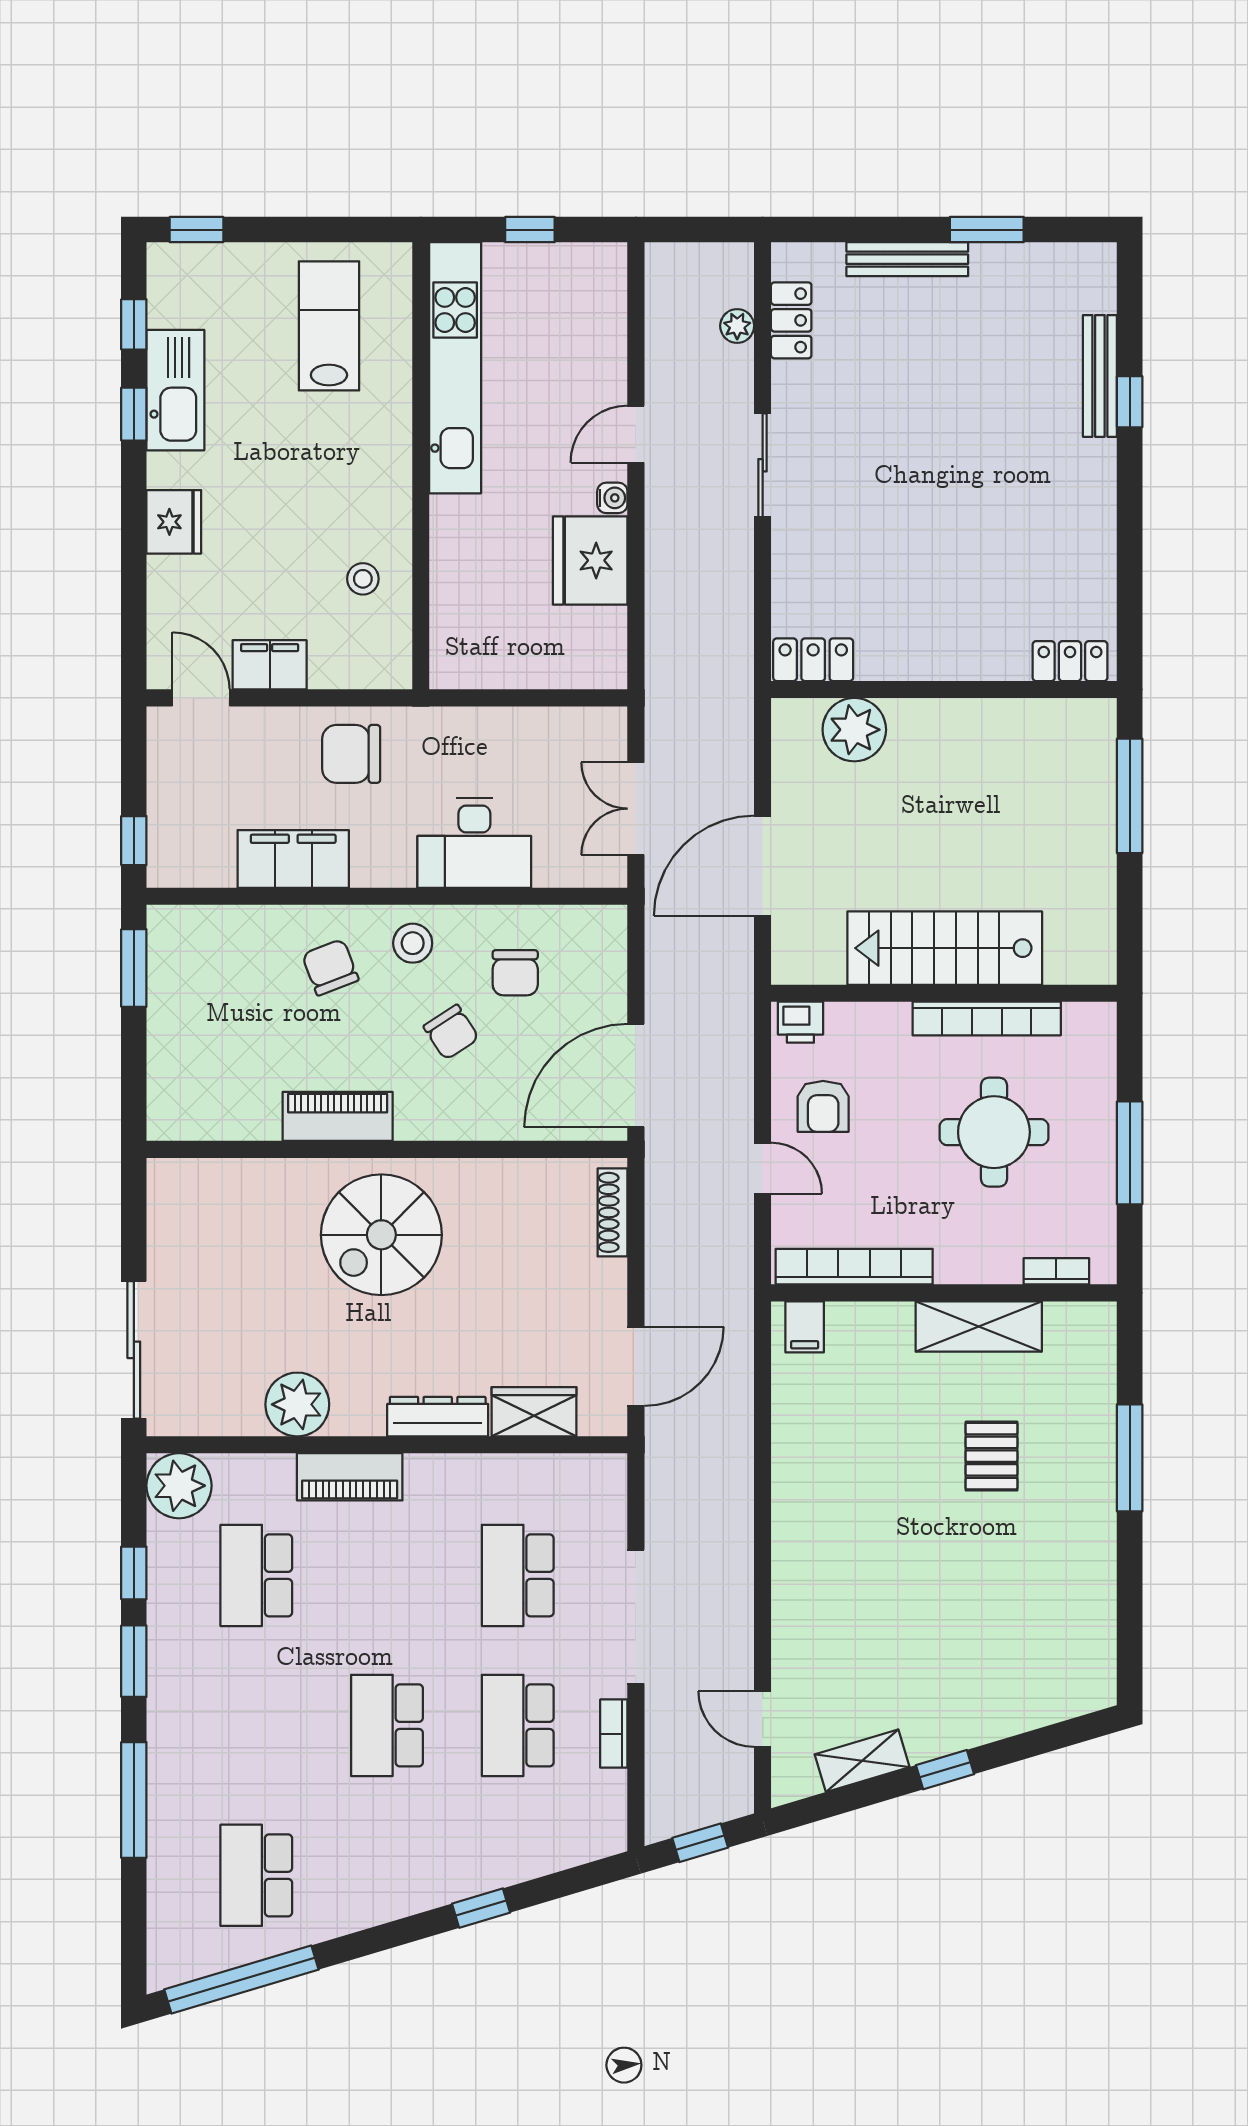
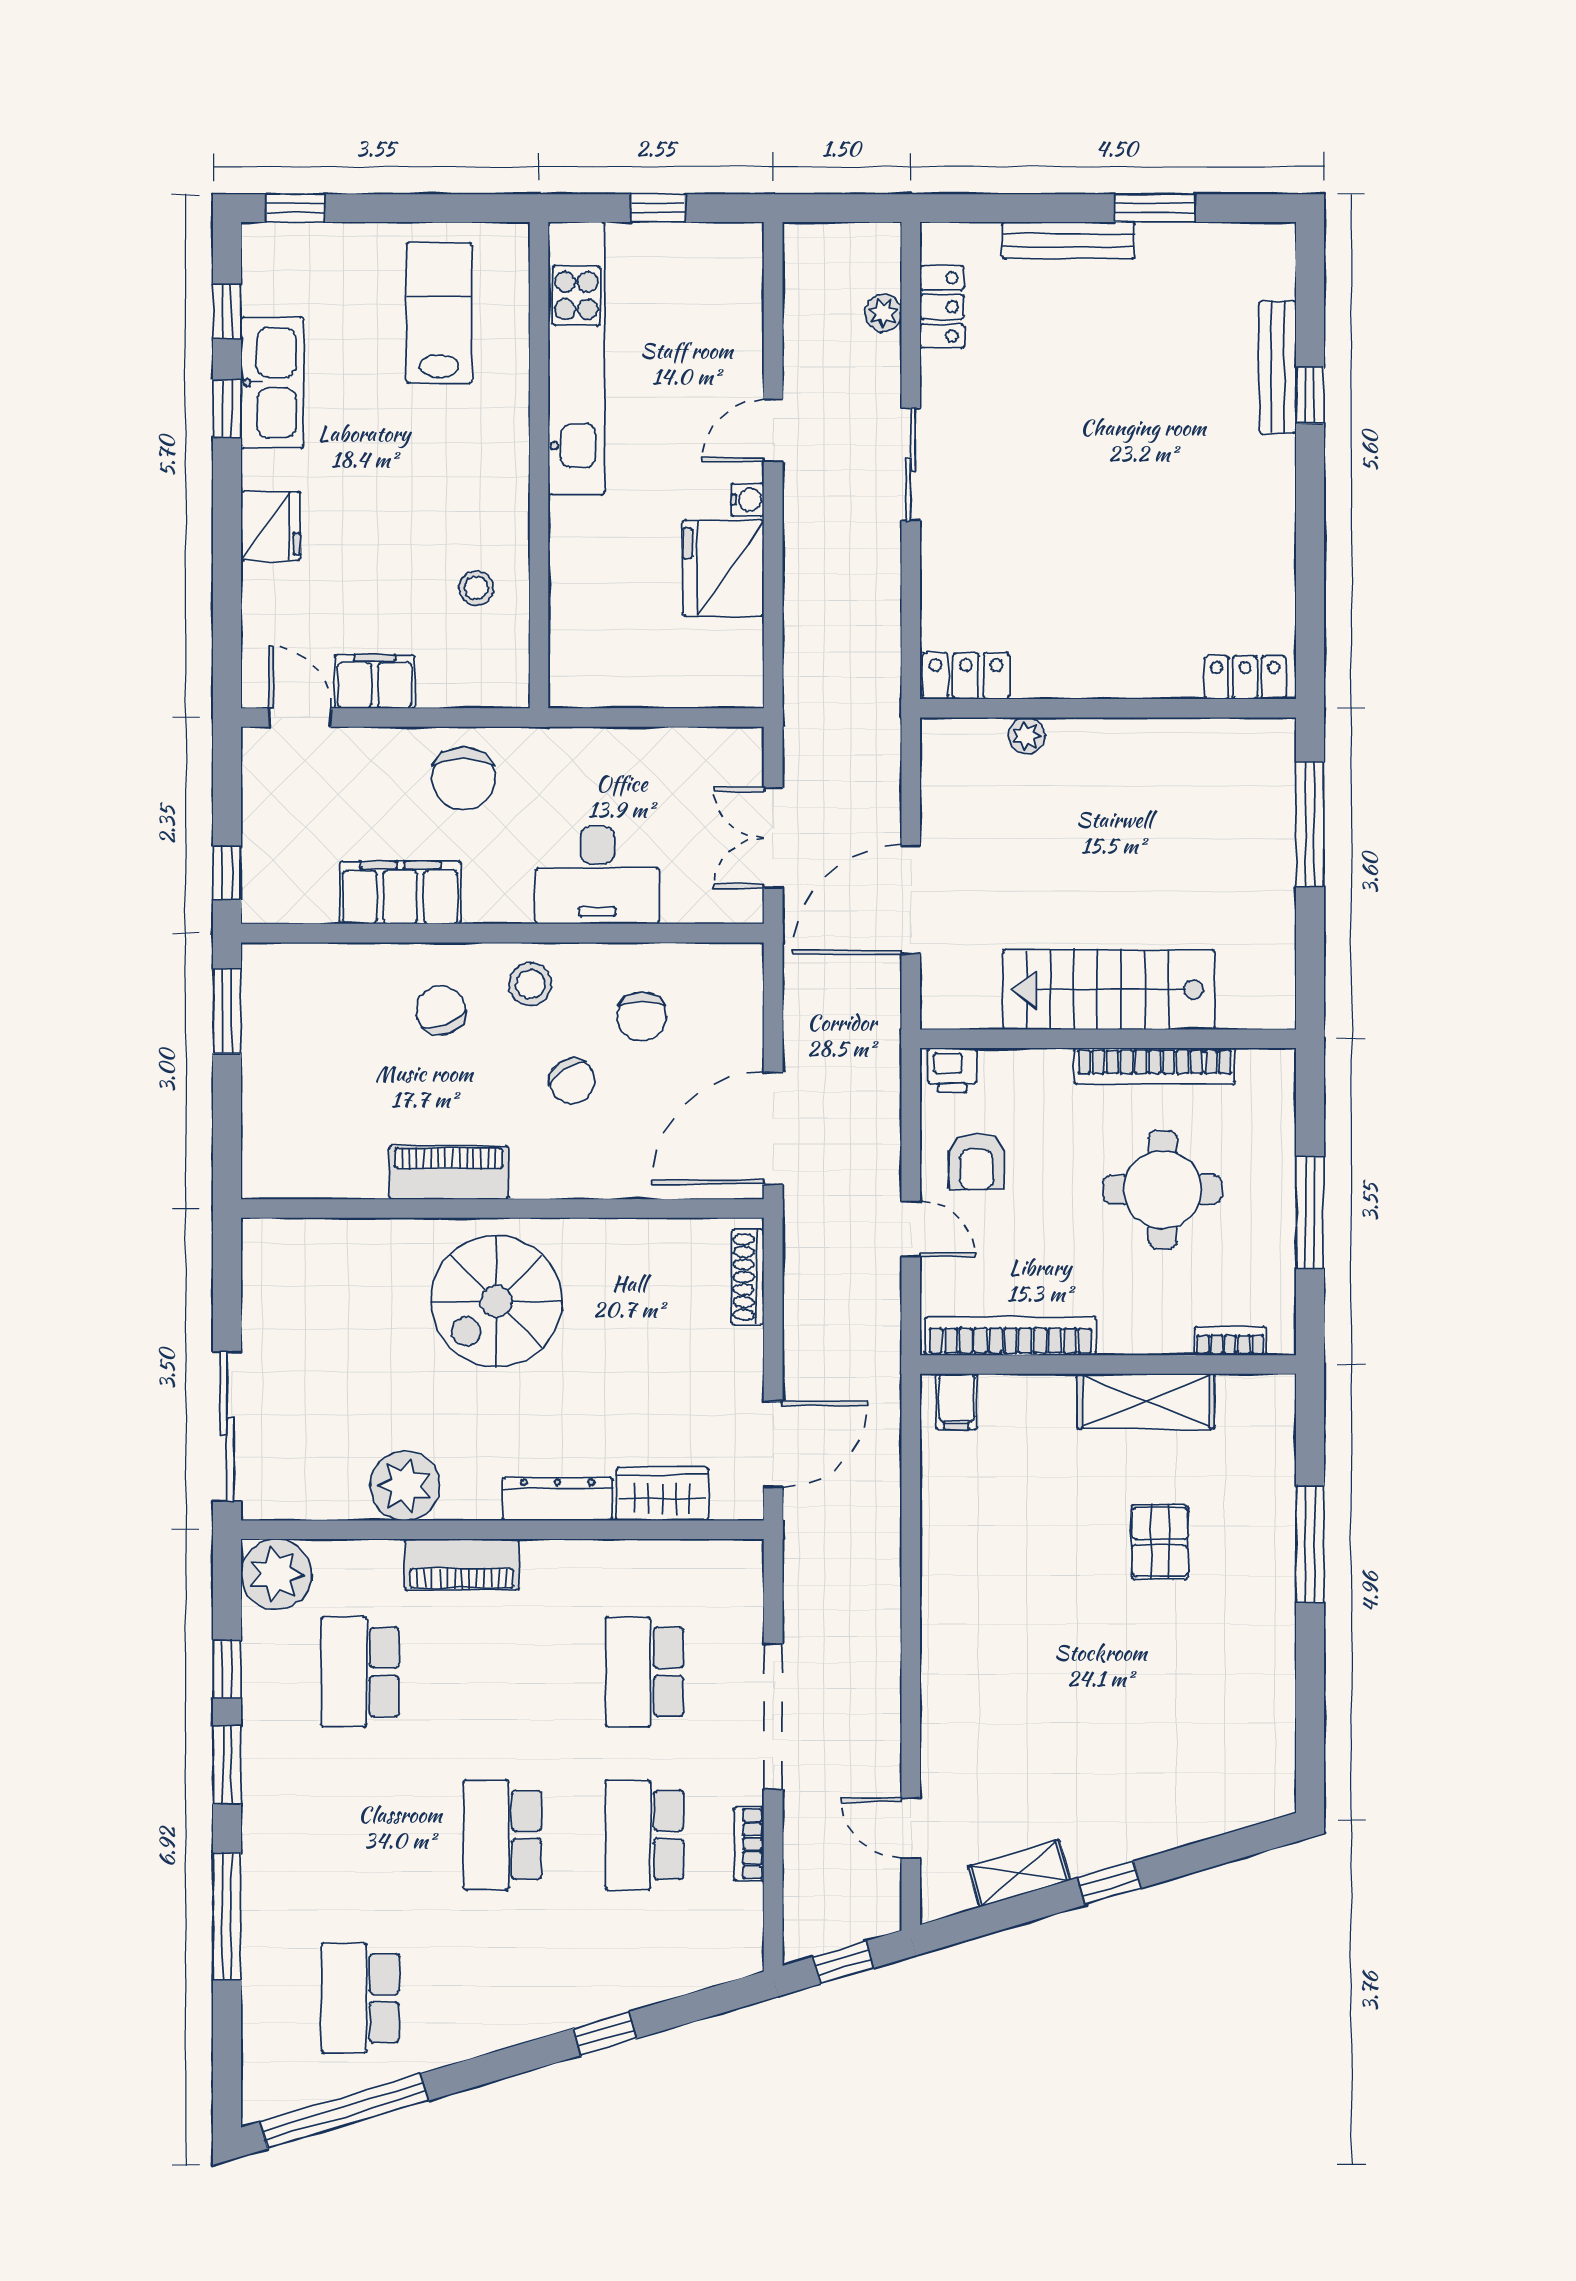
plant: (854, 730) -> (1027, 736), width x0.53, depth x0.53
chair: (351, 754) -> (463, 778), turned -90

